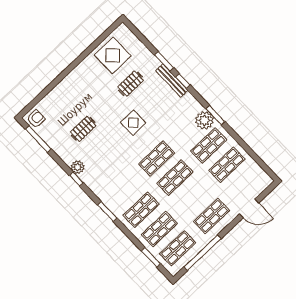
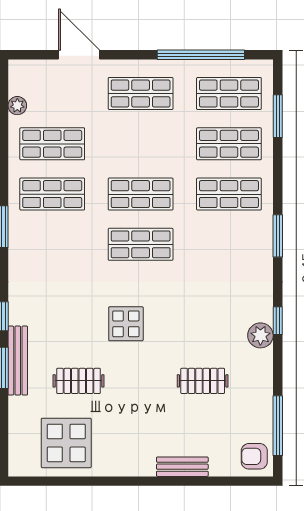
bench: (172, 80) -> (18, 361), moved
bench: (60, 89) -> (182, 467), added
plant: (204, 120) -> (17, 106), moved, width x0.53, depth x0.53

